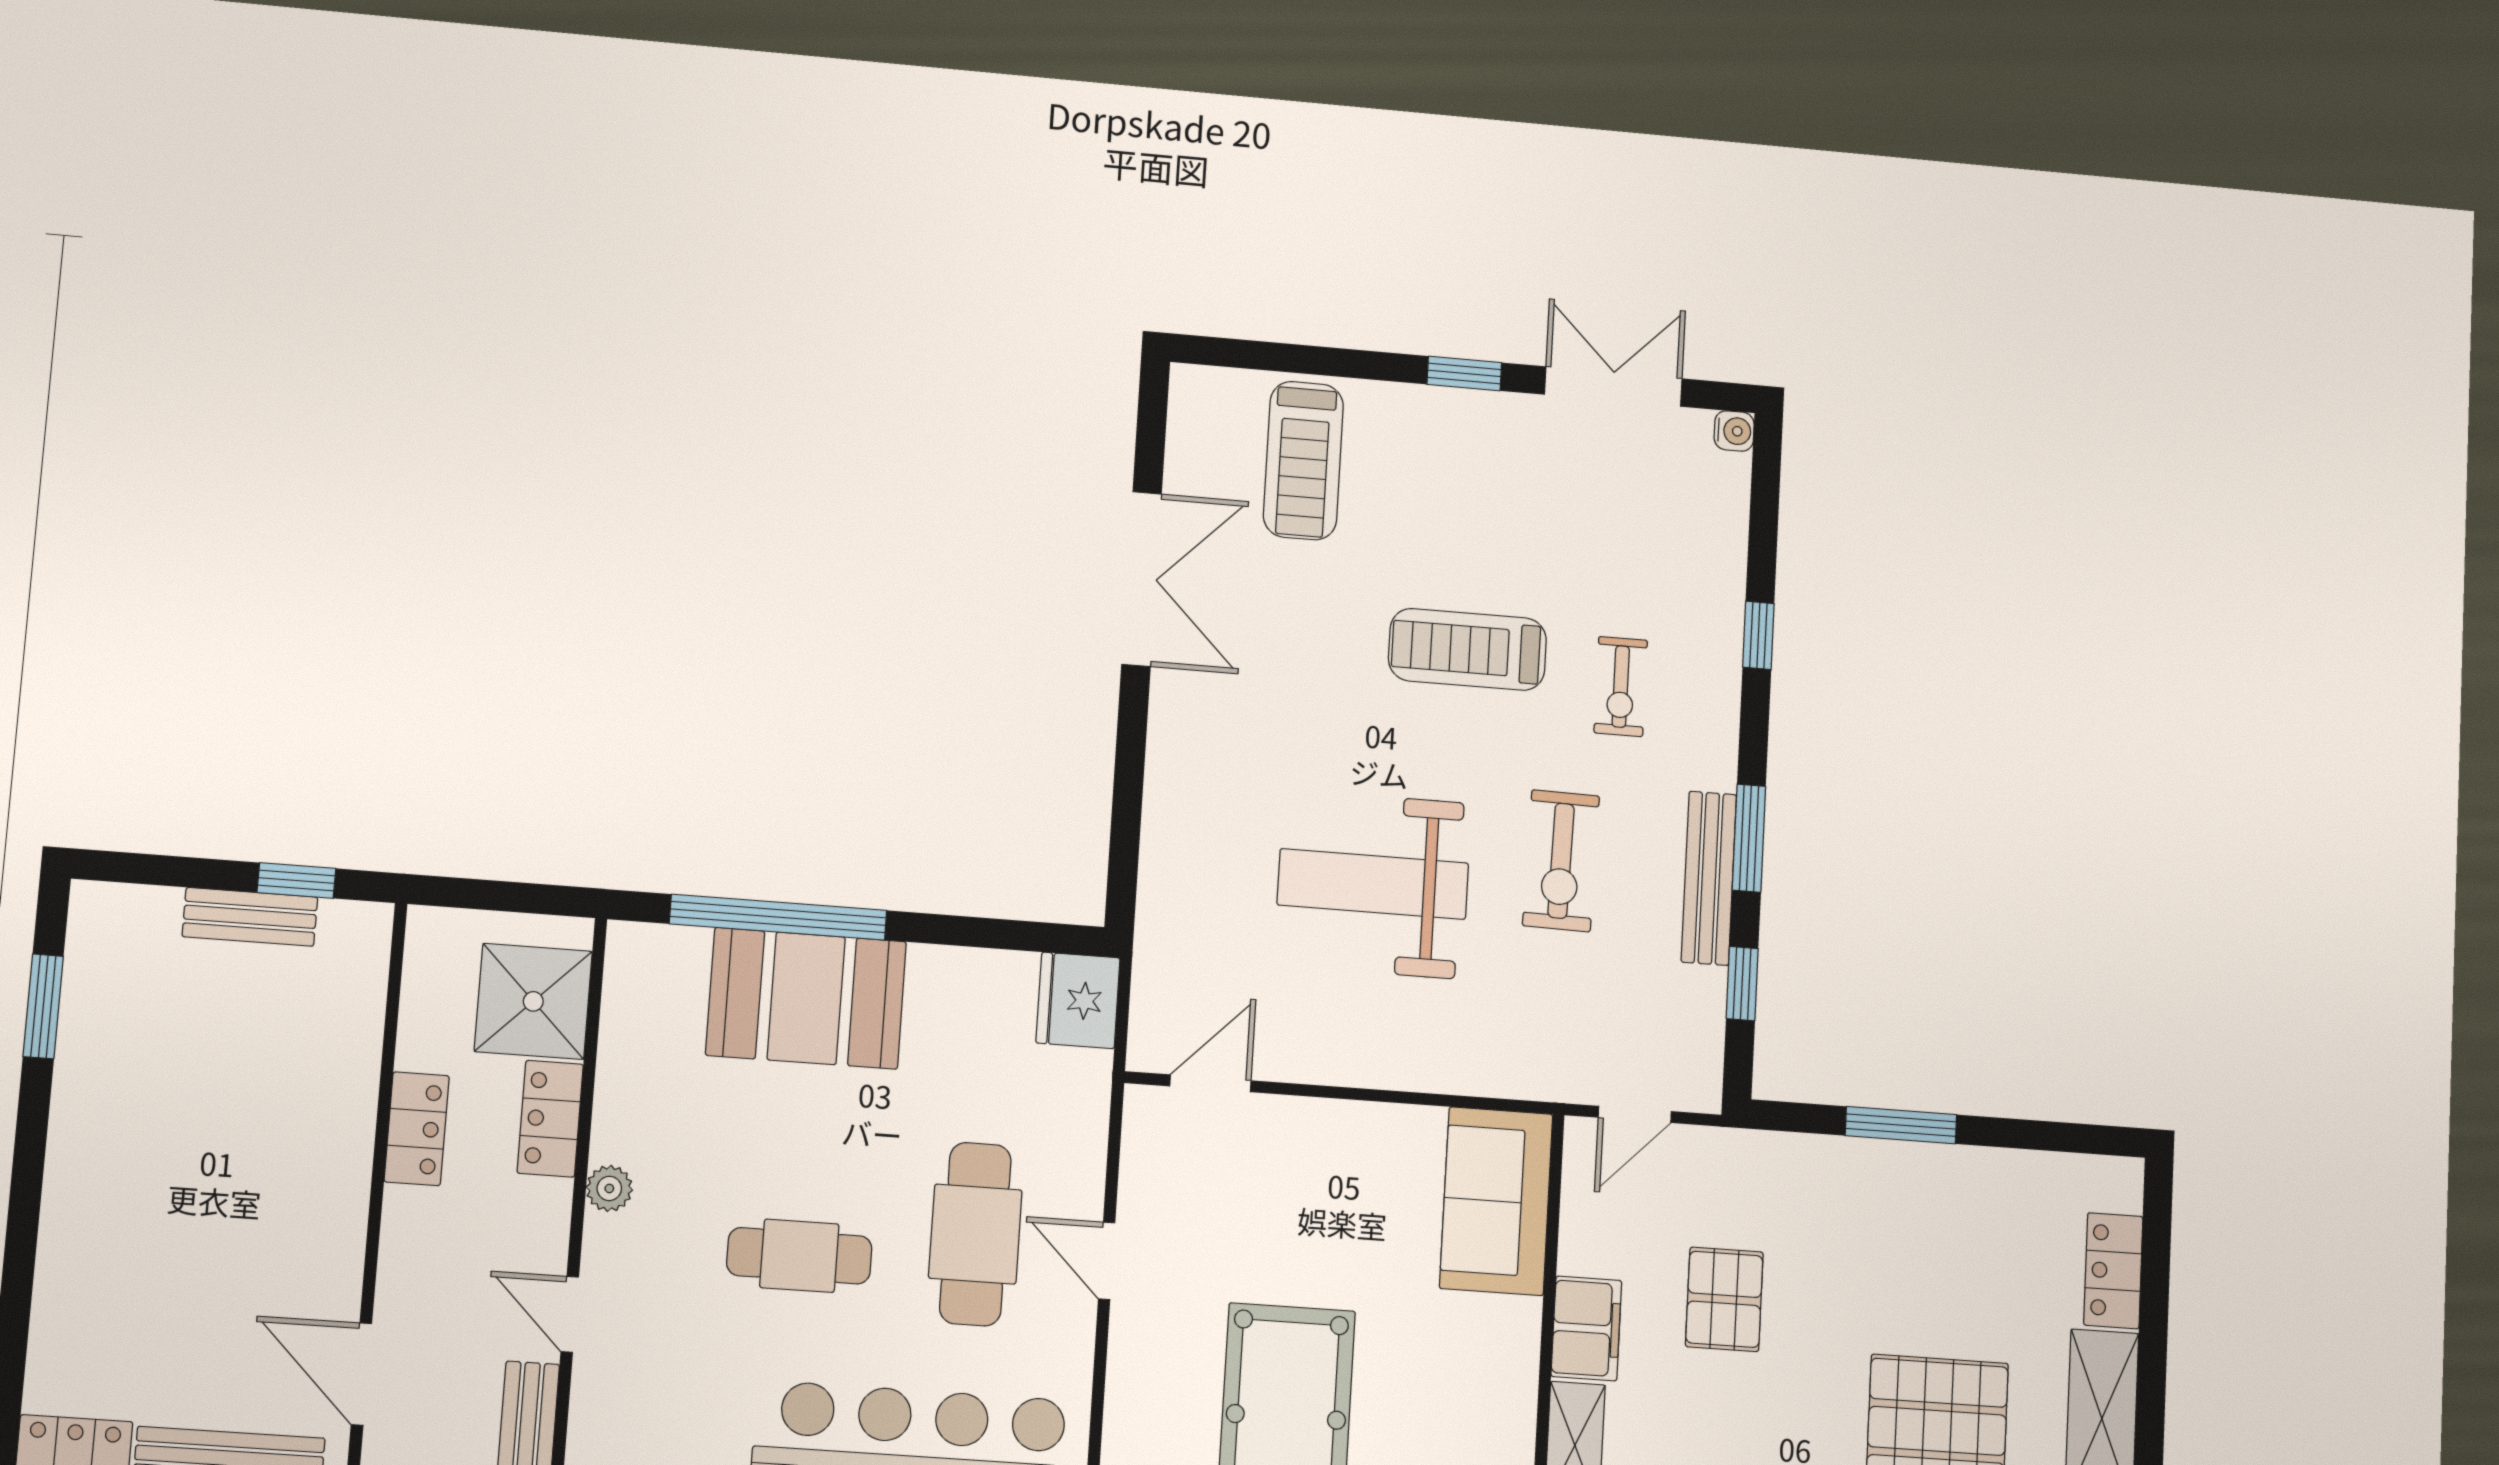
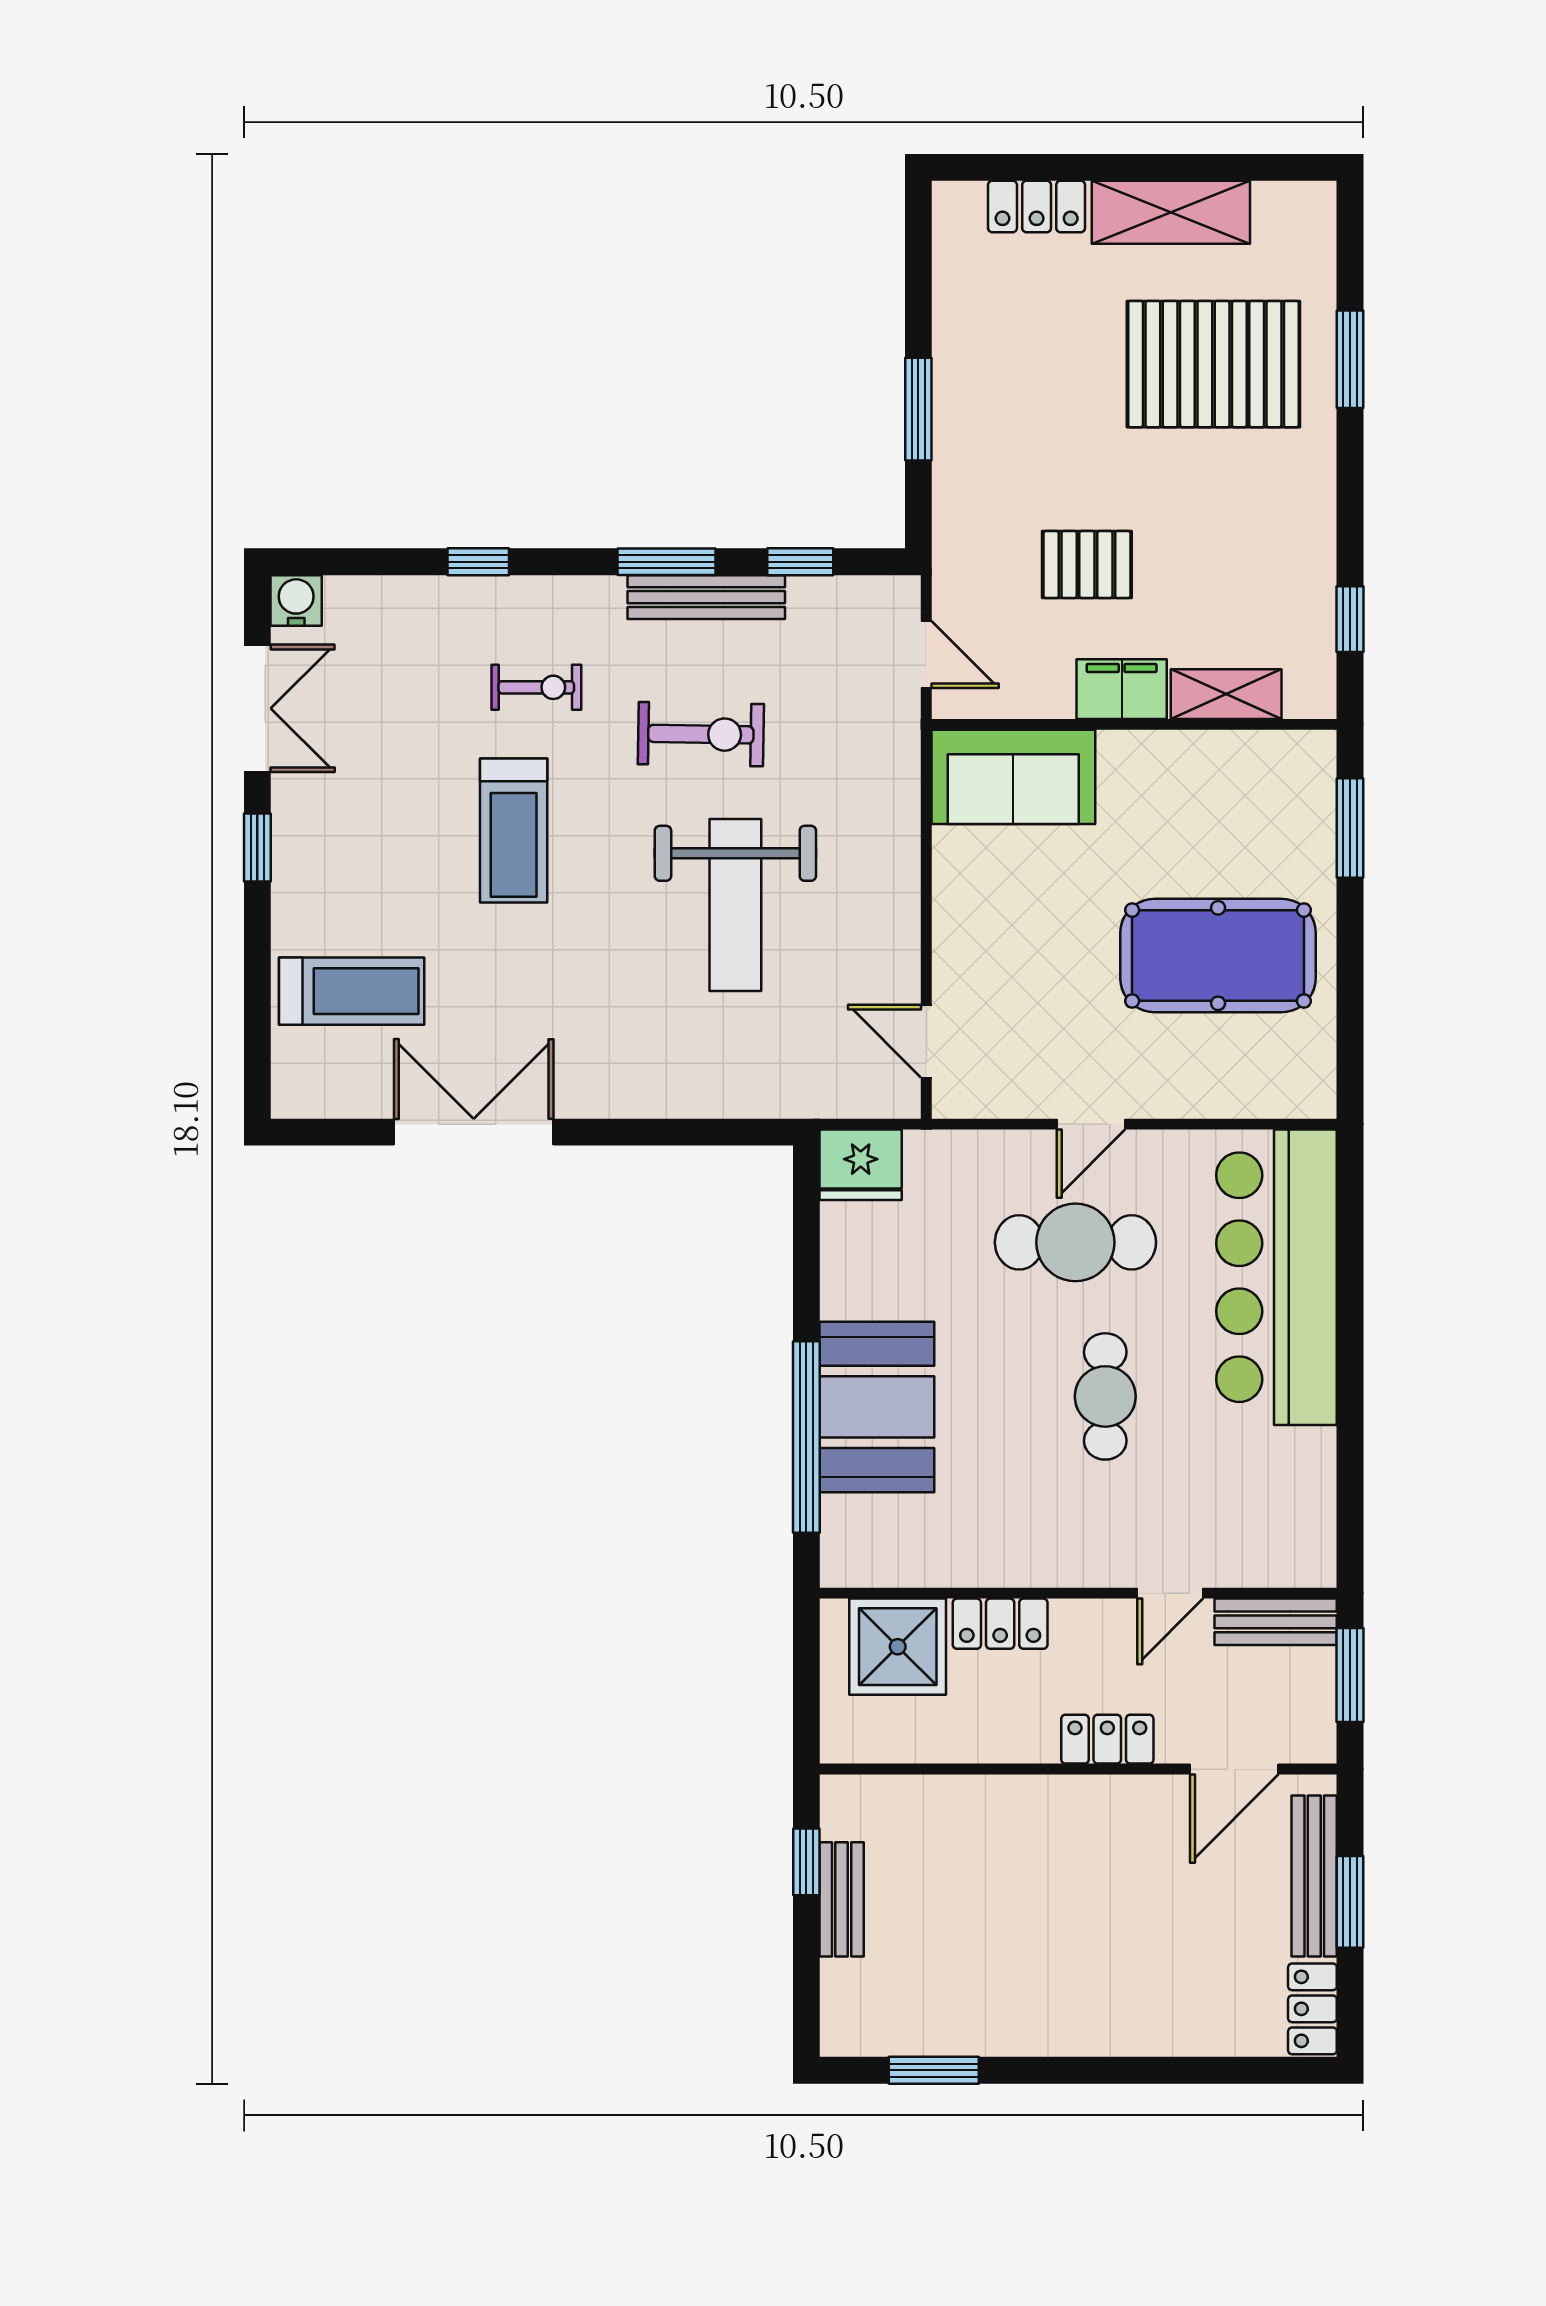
double door: (1613, 387) -> (257, 708), swing flipped
water cooler: (1734, 431) -> (296, 601), width x1.38, depth x1.38
locker: (417, 1129) -> (1107, 1739), moved
plant: (609, 1188) -> (1058, 1567), removed

